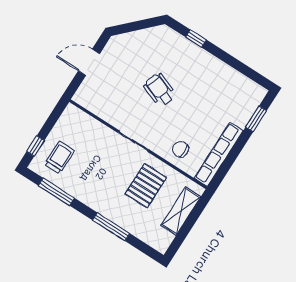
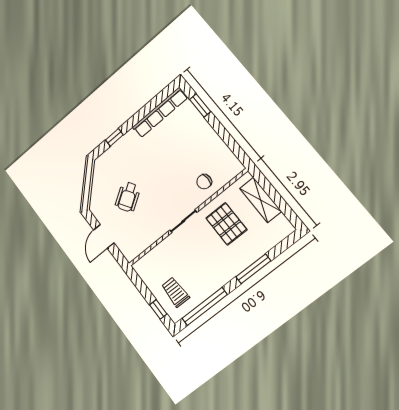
wheelchair: (160, 90) -> (128, 197), moved, turned -54
row of seats: (219, 154) -> (160, 113), moved, turned -90
window: (56, 192) -> (205, 306), width x1.46

